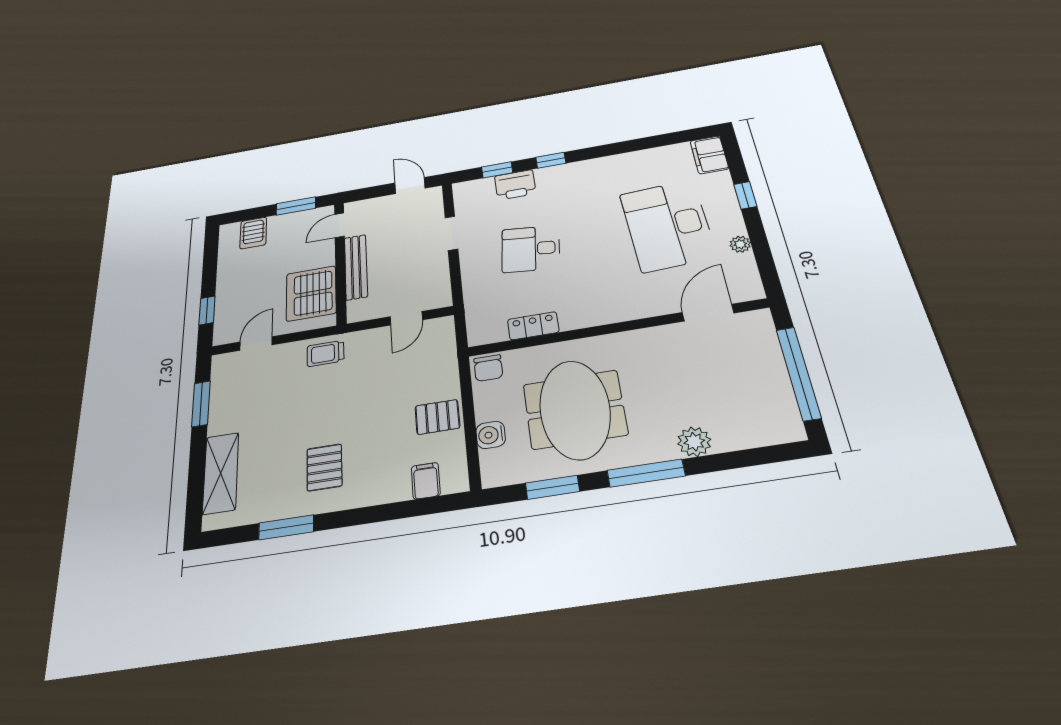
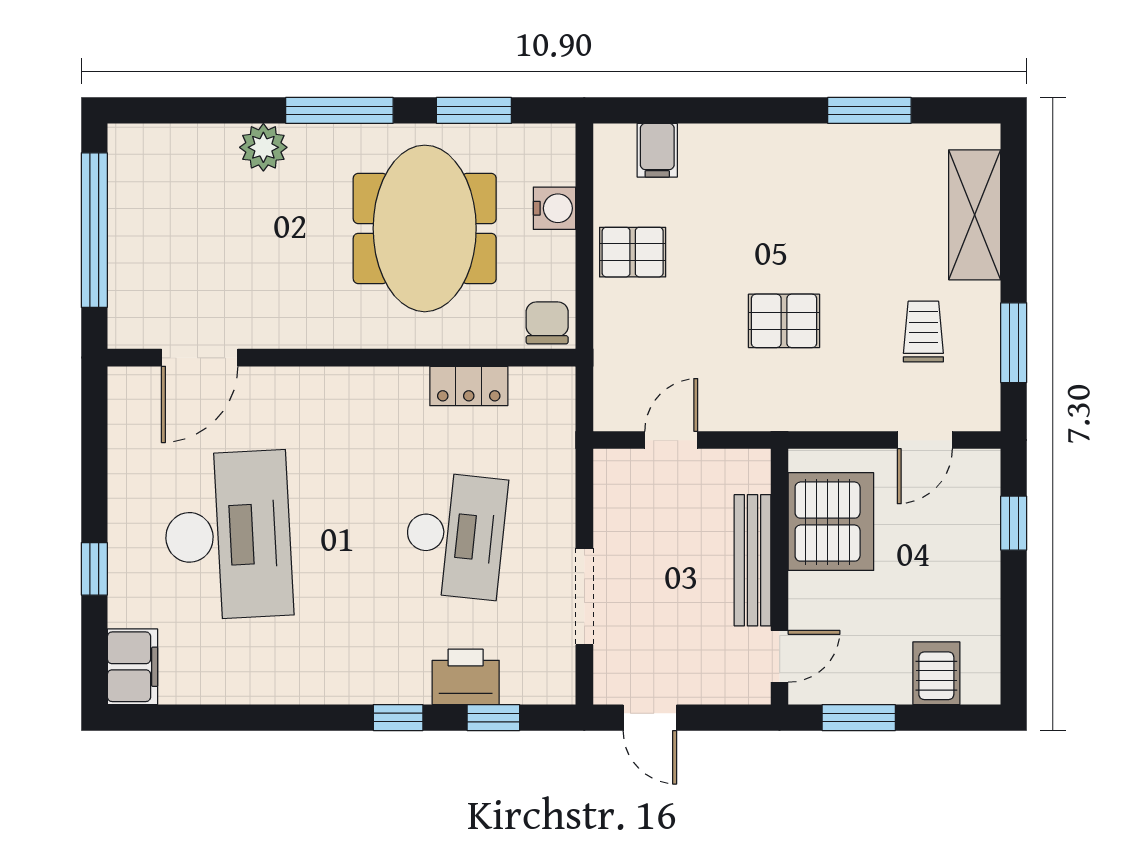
doorway: (451, 233) -> (584, 596), width x1.38
plant: (740, 244) -> (124, 474), removed
desk: (531, 249) -> (455, 535), width x1.37
trolley: (325, 353) -> (923, 331), moved, turned -90
pallet: (324, 467) -> (784, 321), moved, turned 90

